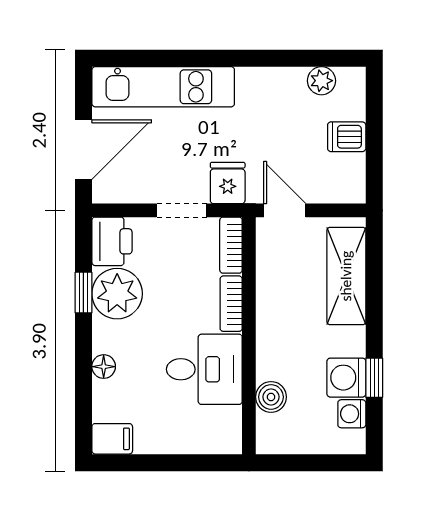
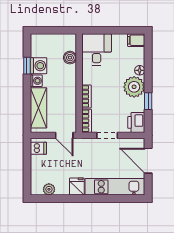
dishwasher: (347, 137) -> (38, 148), moved
door: (83, 150) -> (148, 161), hinge flipped
fridge: (228, 183) -> (77, 187), moved, turned 180
plant: (117, 294) -> (134, 87), moved
desk: (204, 369) -> (97, 50), moved, turned 90
washing machine: (352, 414) -> (36, 81), moved

